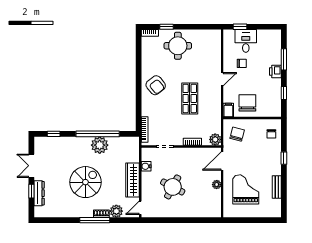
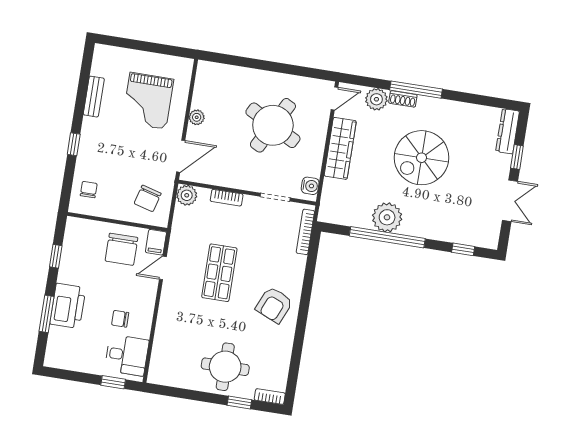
desk: (246, 41) -> (127, 355), moved, turned -90
printer: (275, 72) -> (68, 306), width x1.87, depth x1.48
door: (222, 79) -> (163, 268), moved
armchair: (156, 85) -> (274, 305), turned -118
water cooler: (146, 166) -> (310, 186), moved
round table: (173, 187) -> (273, 125), width x1.36, depth x1.36
dresser: (39, 193) -> (508, 131), moved

